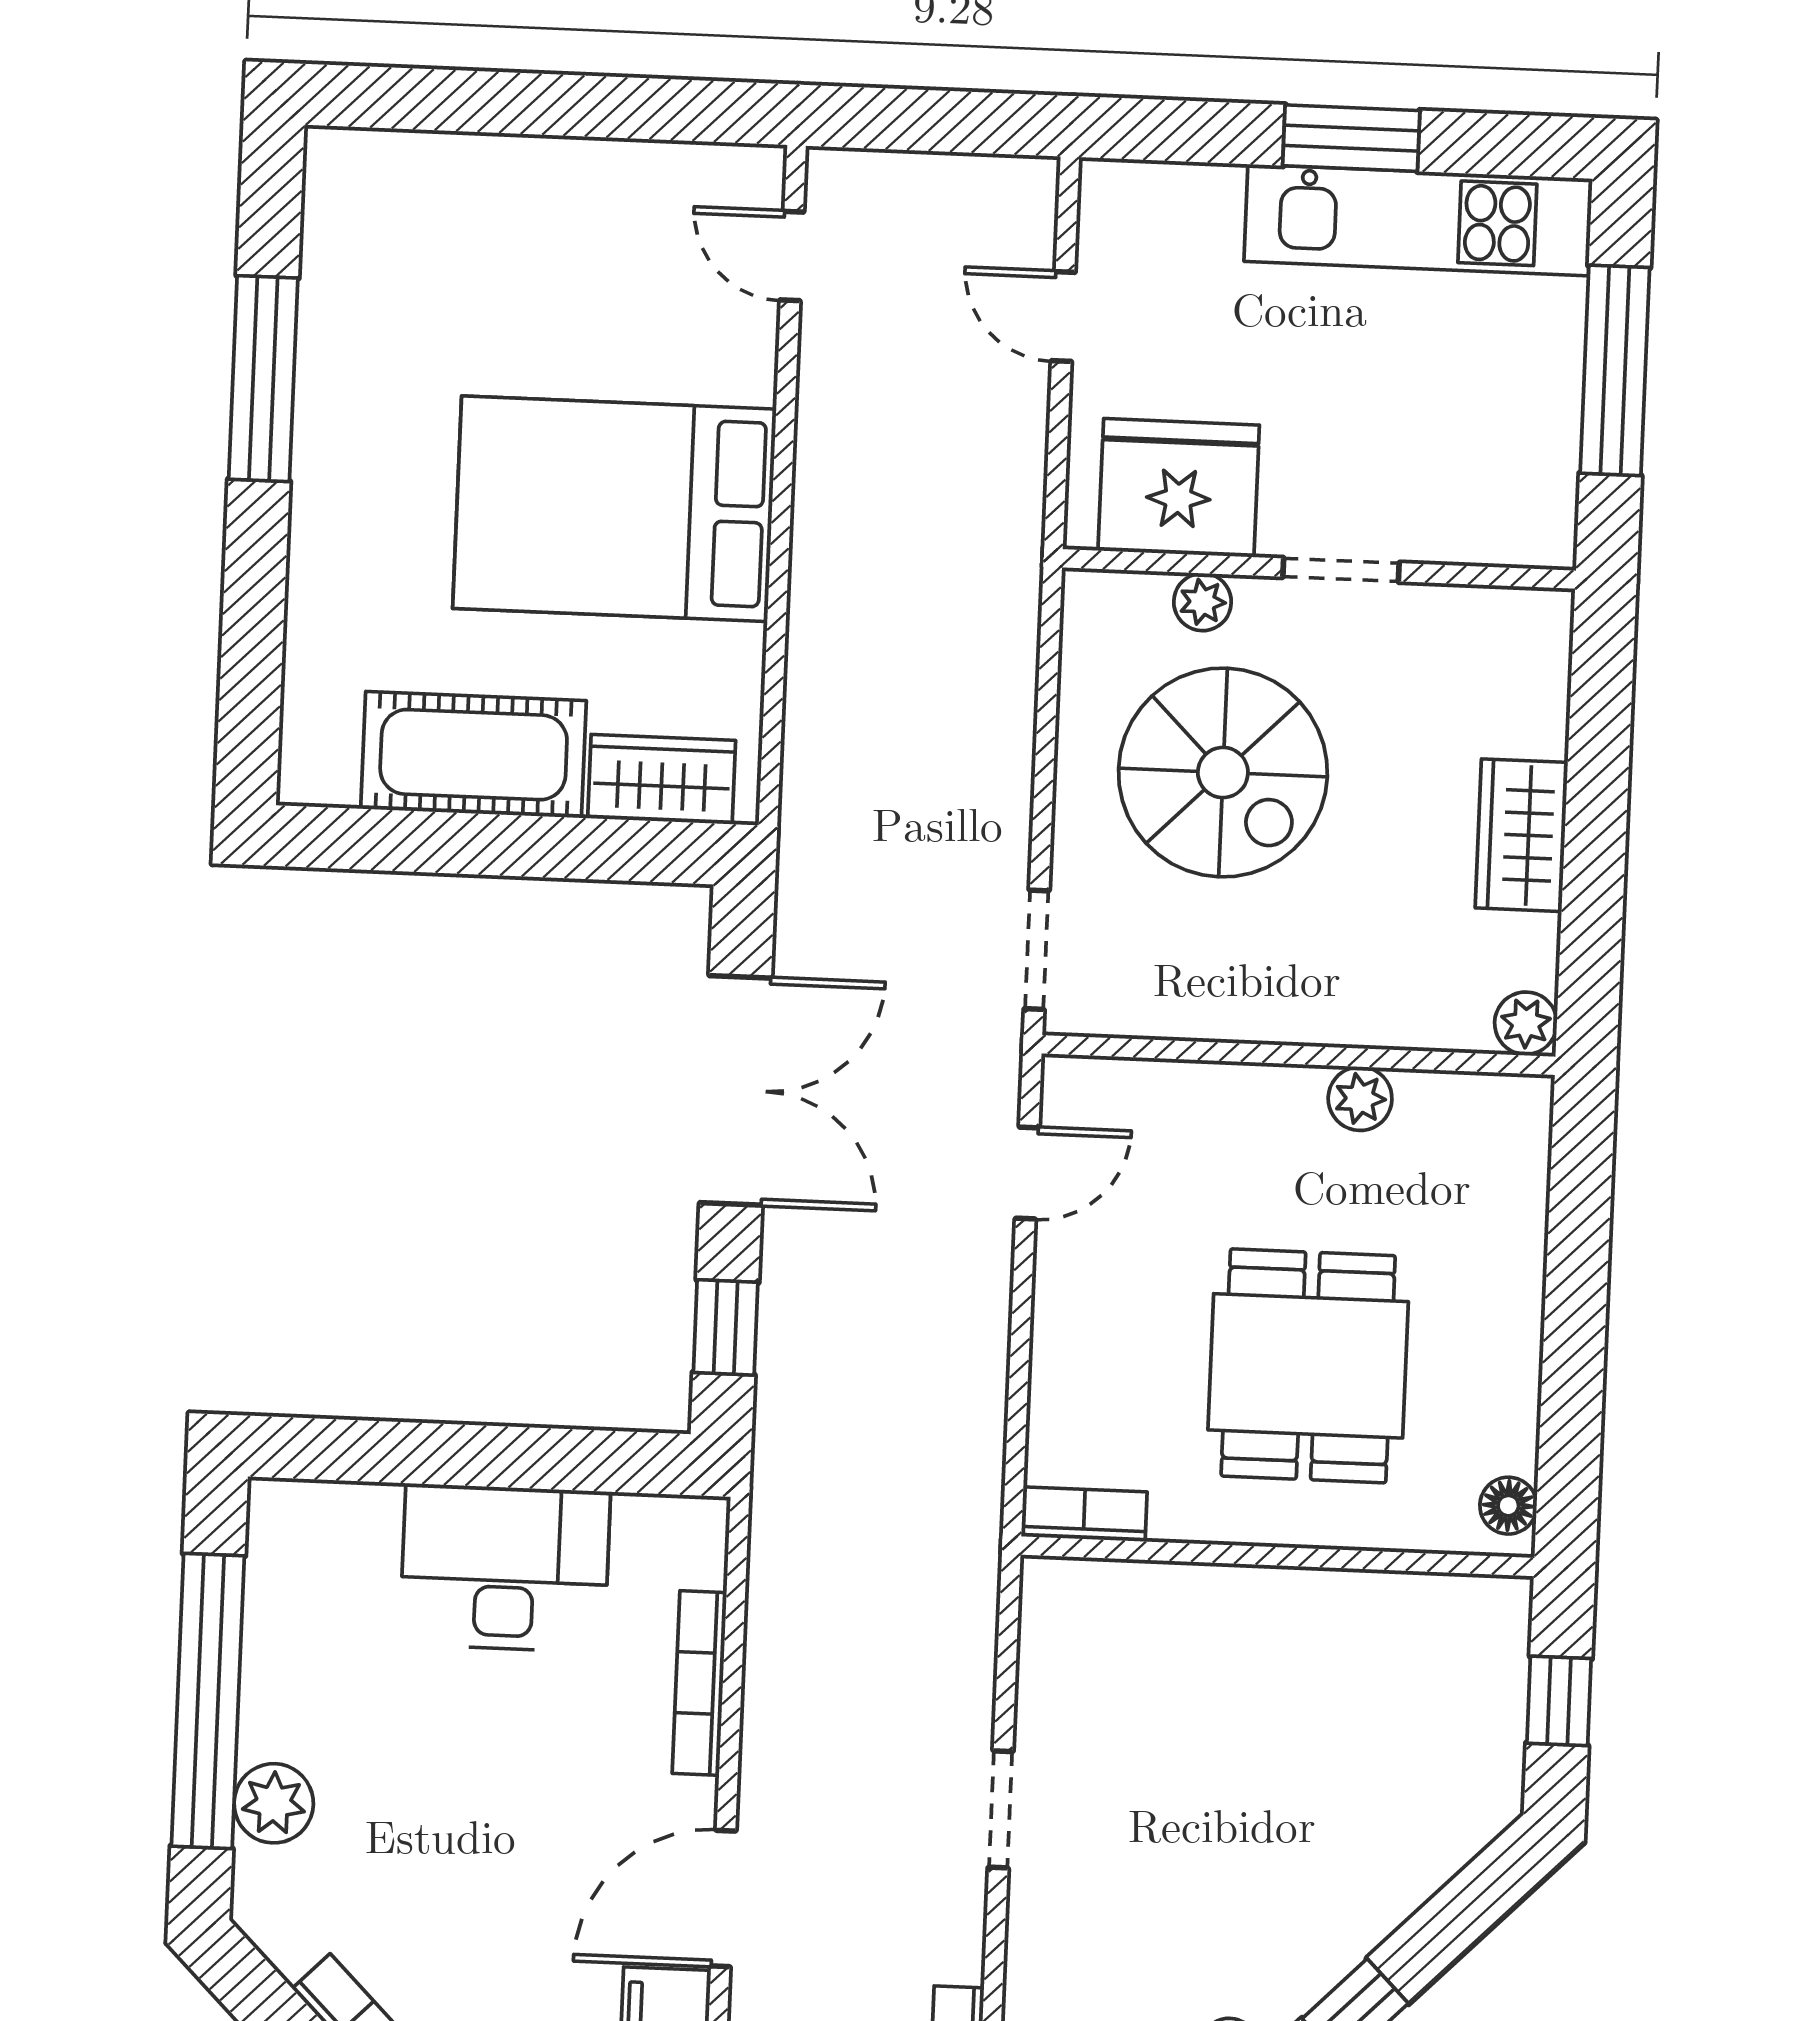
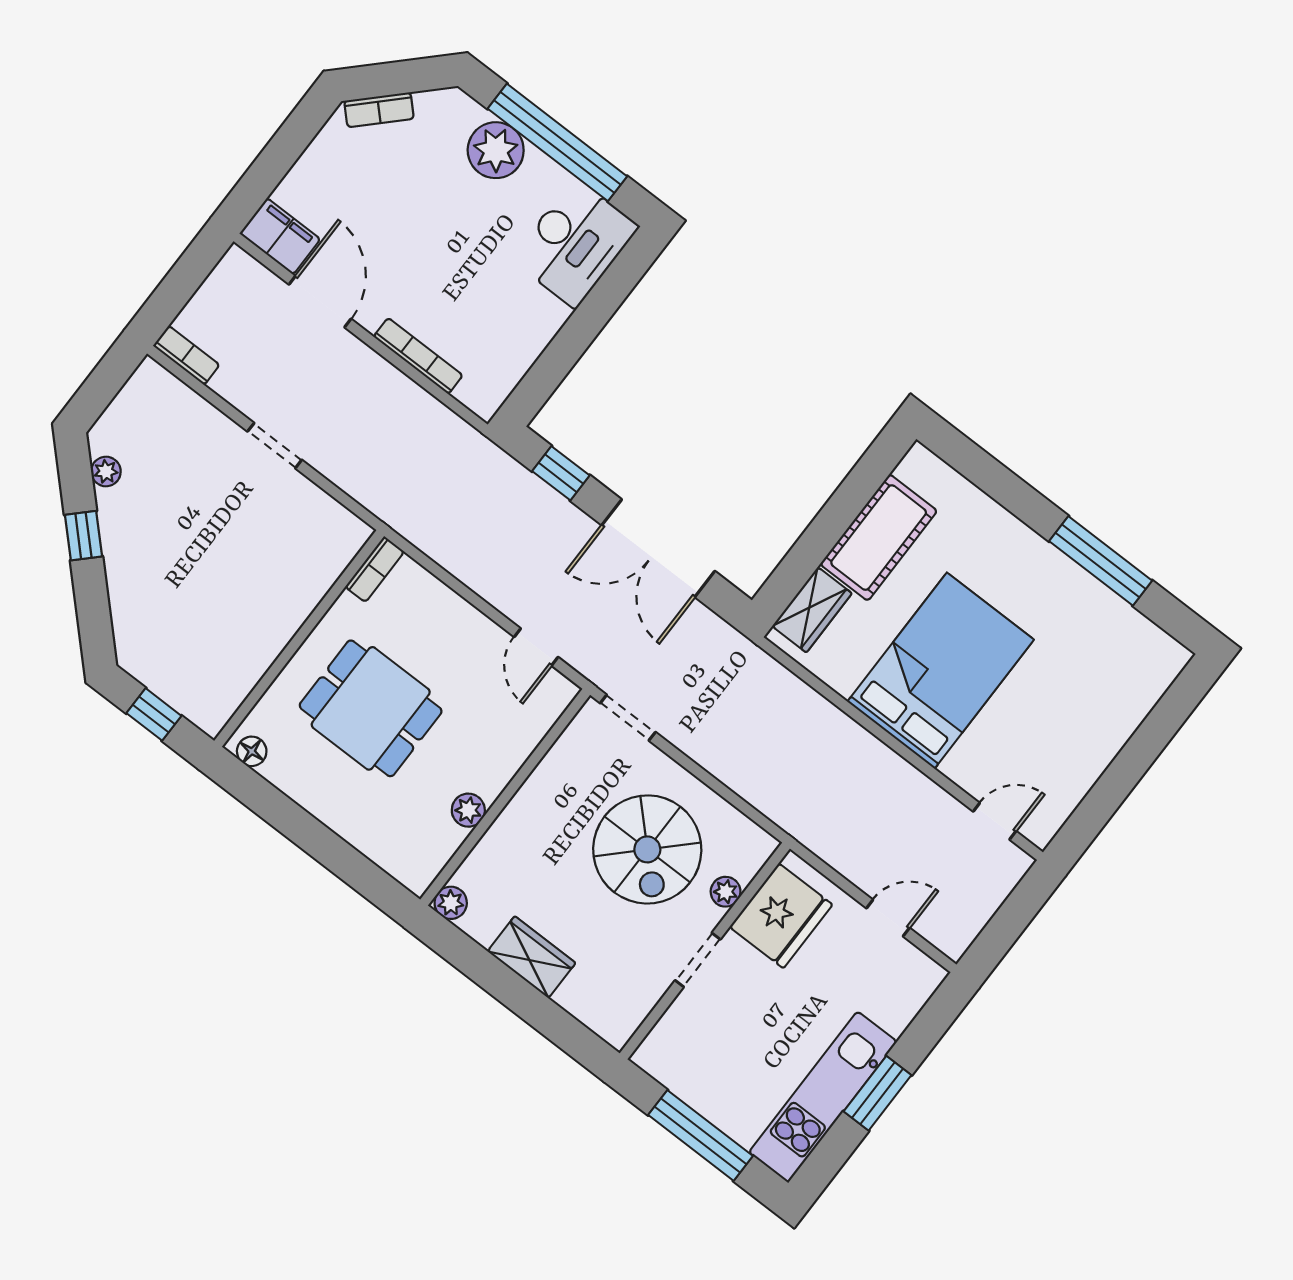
spiral stairs: (1223, 773) -> (647, 849), turned -90
desk: (505, 1568) -> (575, 243), moved
plant: (274, 1803) -> (496, 150), width x1.36, depth x1.36

